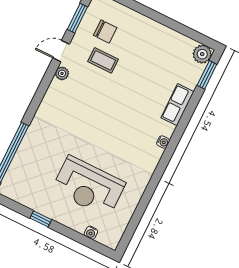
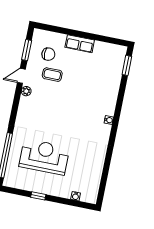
plant: (202, 54) -> (120, 52), removed
row of seats: (177, 105) -> (80, 44), moved, turned -90
reception desk: (89, 187) -> (44, 157), moved, turned 180

